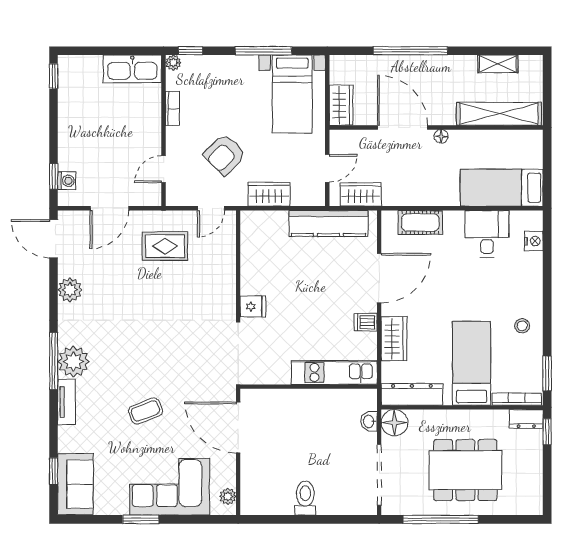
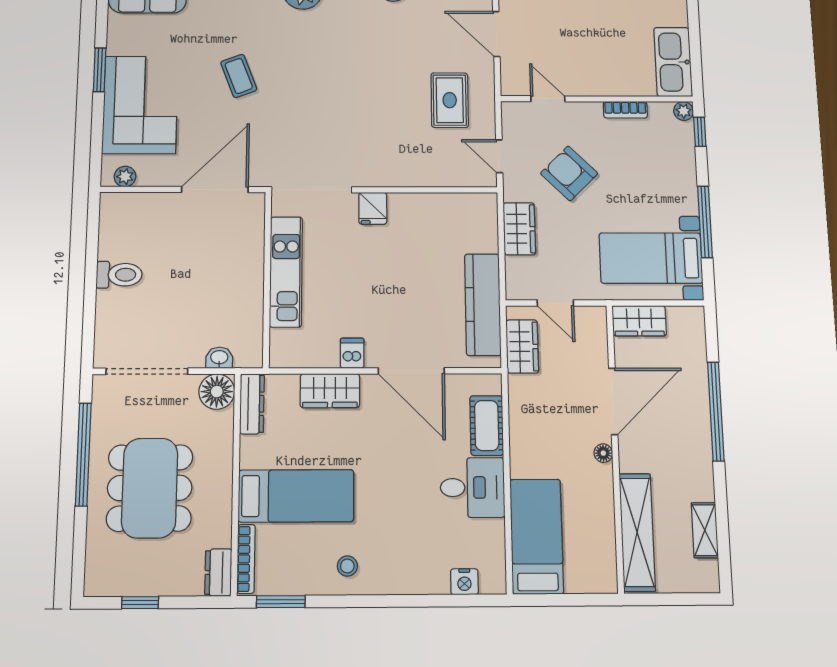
desk: (487, 234) -> (472, 487), moved
kitchen unit: (334, 372) -> (286, 272), moved
dresser: (412, 394) -> (252, 404), width x0.73, depth x0.80
window: (547, 432) -> (140, 603), moved

